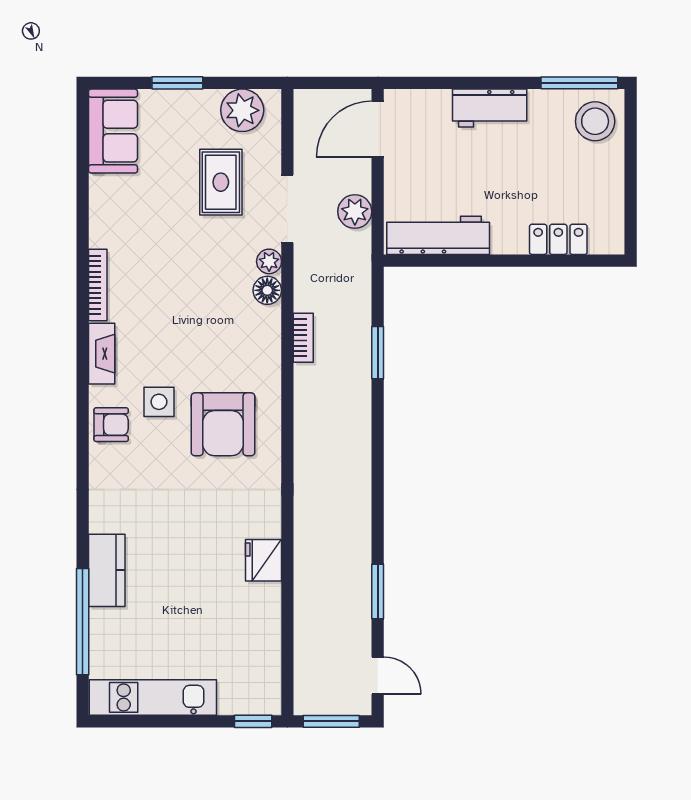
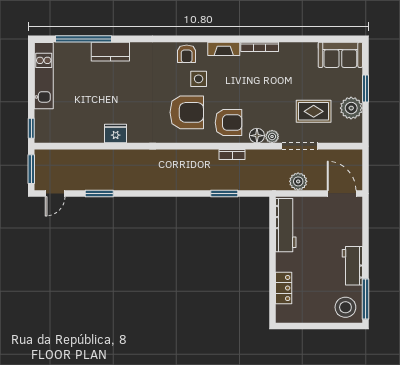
workbench: (490, 108) -> (352, 266), moved
plant: (242, 110) -> (351, 108), moved
armchair: (242, 345) -> (228, 123), added
armchair: (223, 424) -> (187, 112), turned 180

